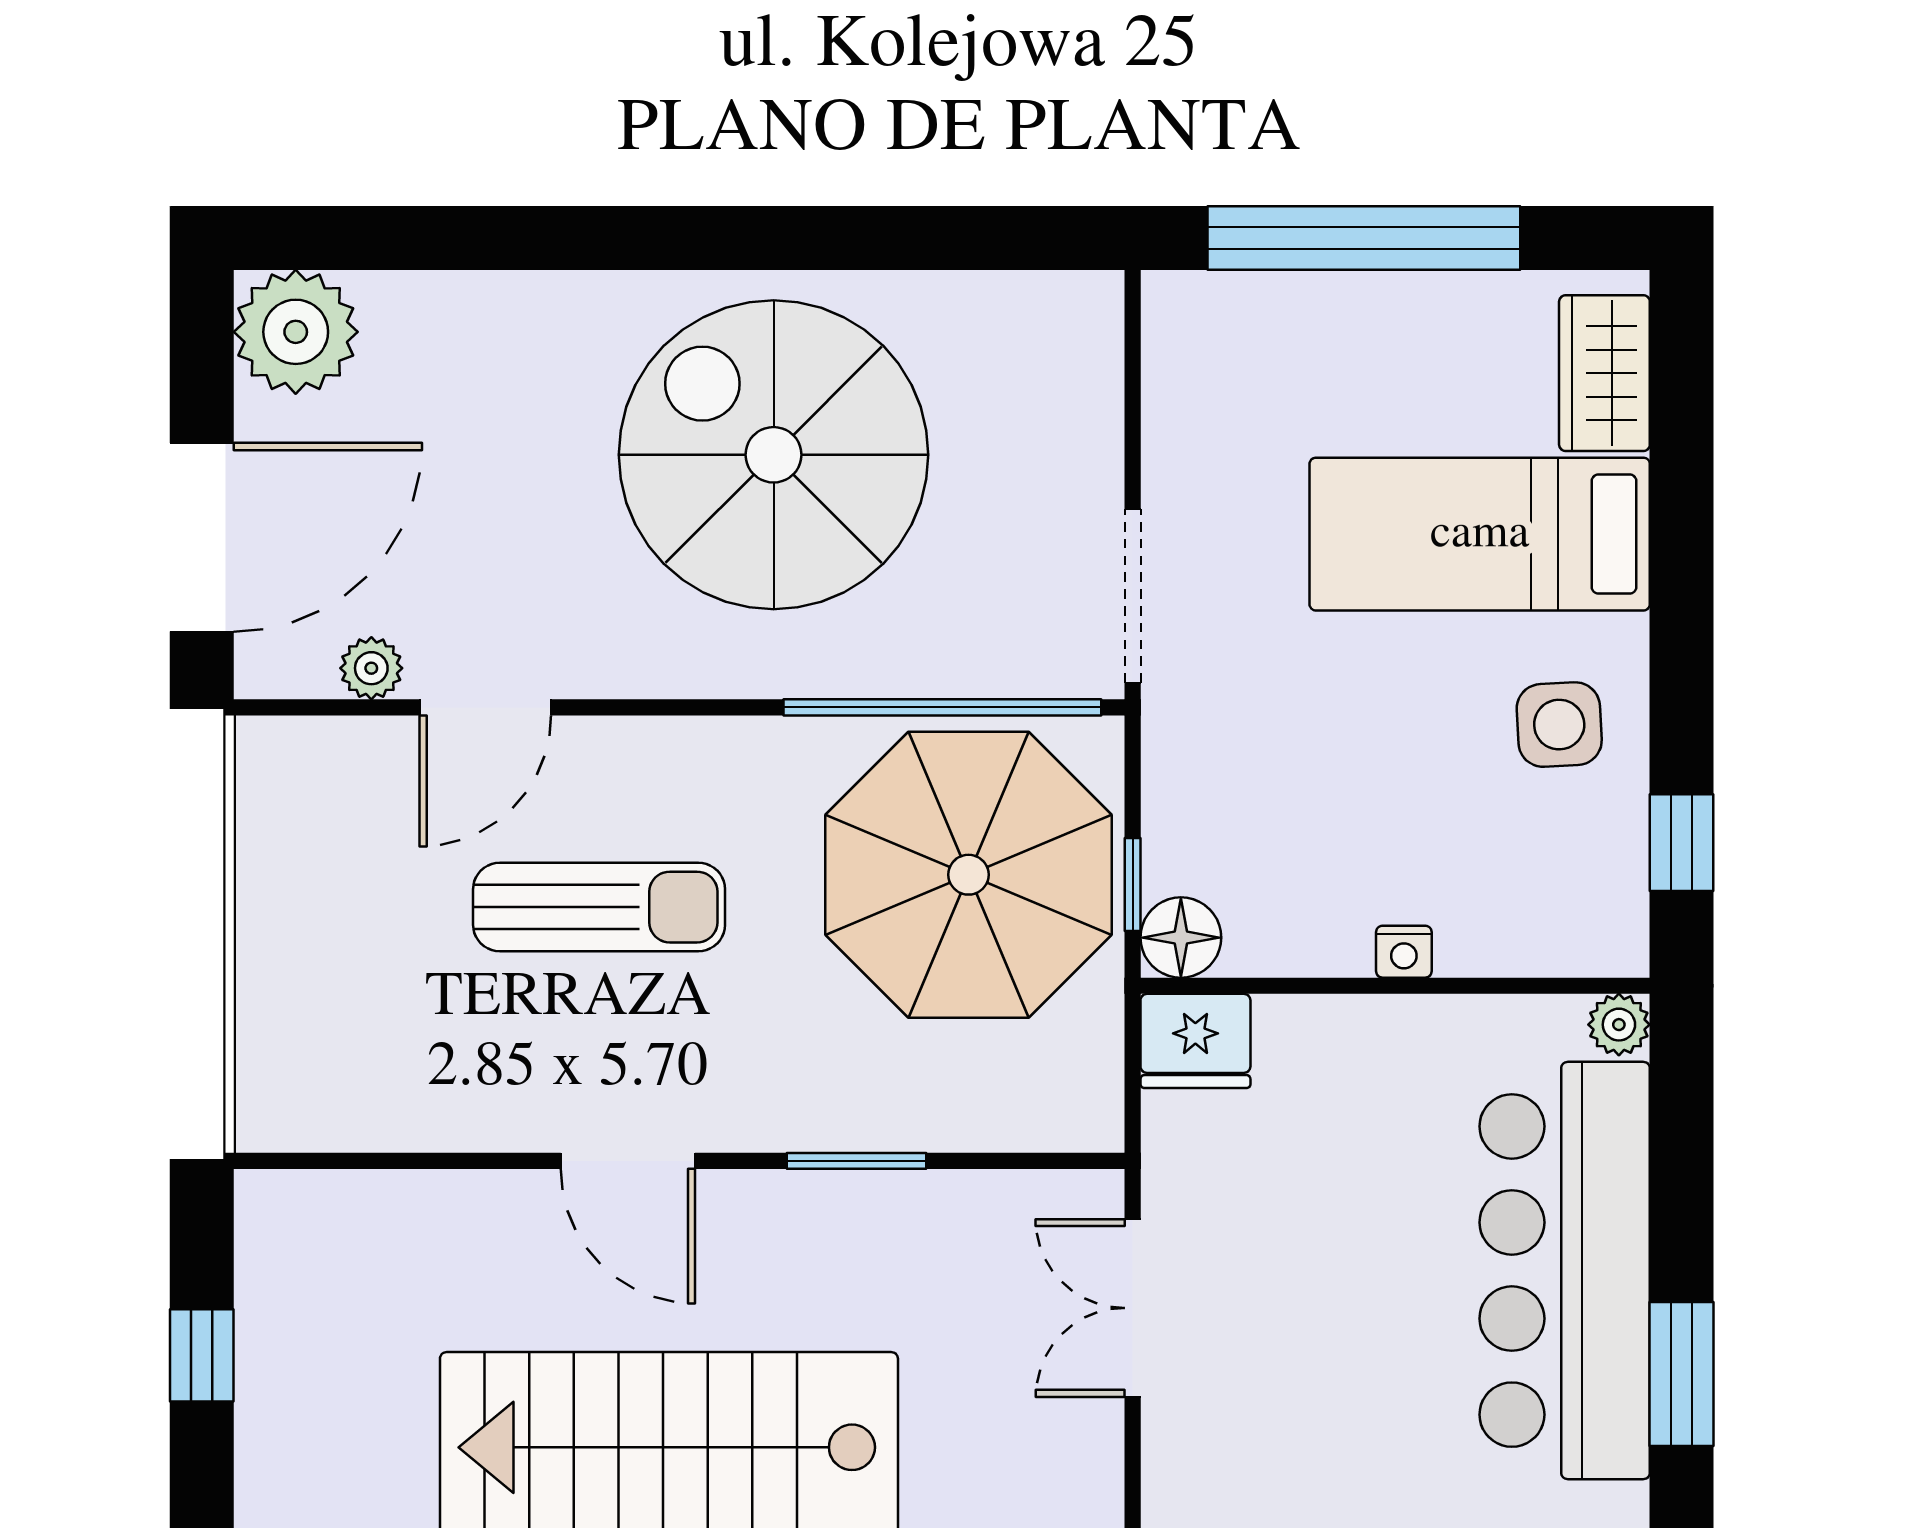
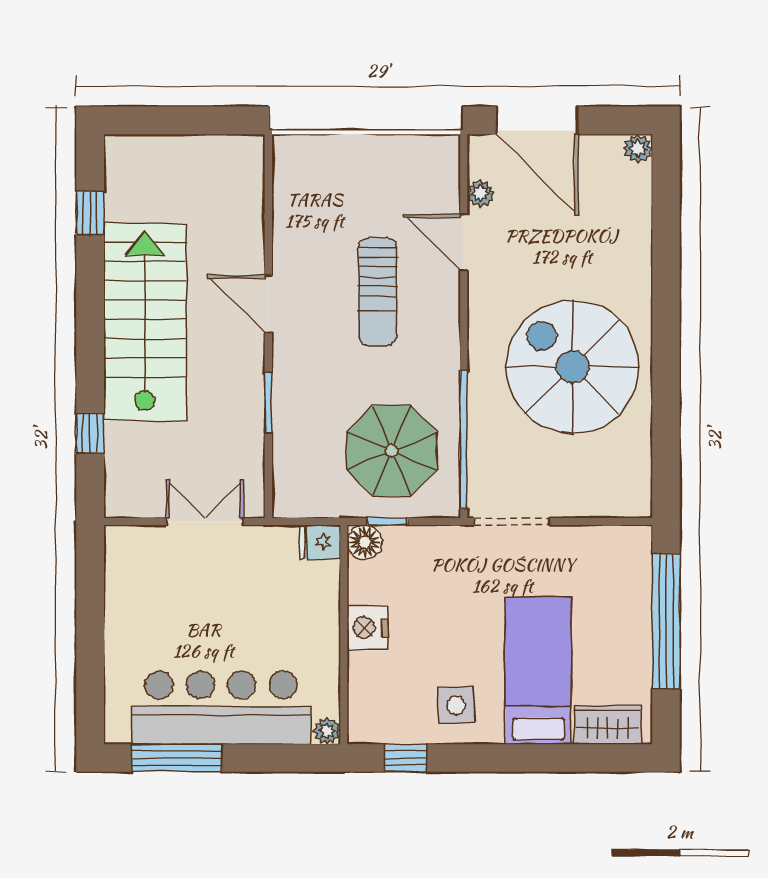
plant: (296, 332) -> (638, 148), width x0.53, depth x0.53
spiral stairs: (774, 455) -> (573, 367), turned -90
parasol: (968, 875) -> (392, 451), width x0.73, depth x0.73
nightstand: (1404, 952) -> (367, 628), width x1.89, depth x1.79
fridge: (1195, 1041) -> (320, 542), width x0.72
door: (628, 1161) -> (268, 304), hinge flipped
window: (202, 1355) -> (185, 120), removed
window: (1682, 1374) -> (176, 758), width x1.44

